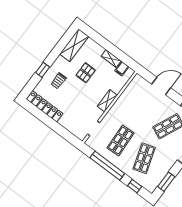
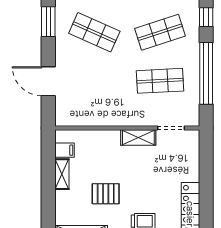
shelving: (107, 101) -> (138, 138), moved

